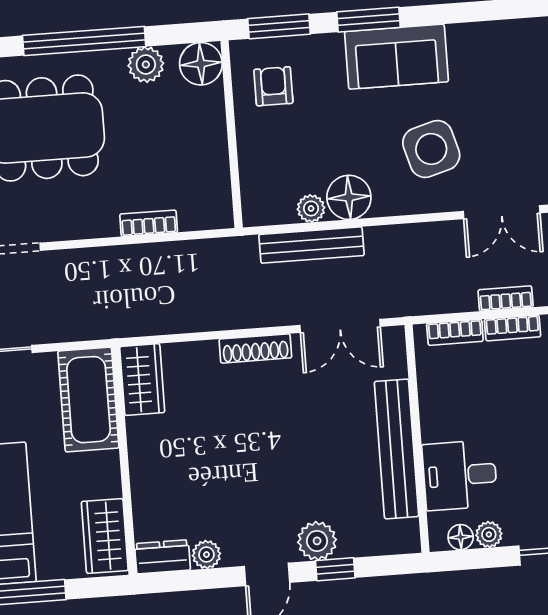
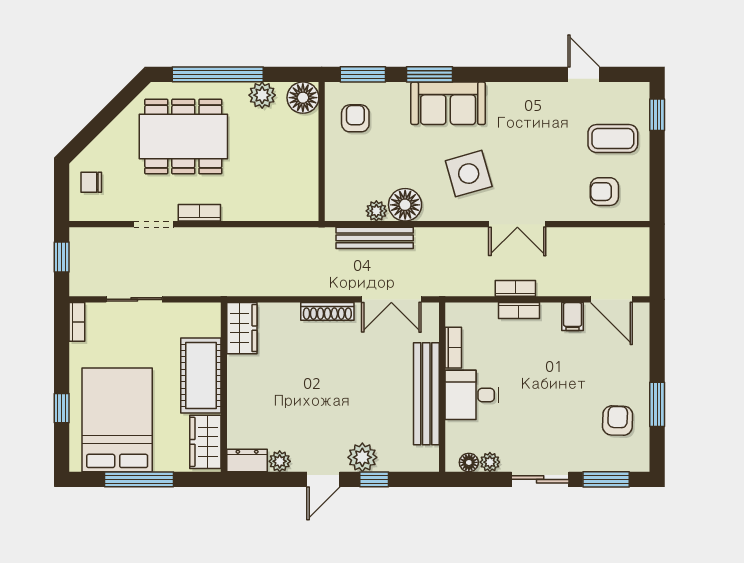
bookcase: (149, 223) -> (199, 213), moved
bookcase: (455, 332) -> (453, 348), moved, turned -90
cot: (88, 400) -> (201, 376), moved
desk: (460, 475) -> (472, 395), moved

